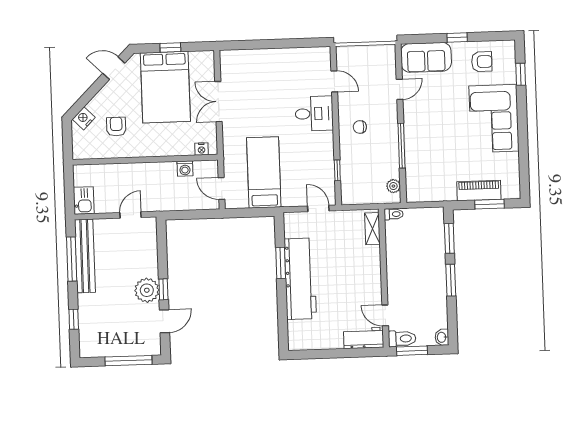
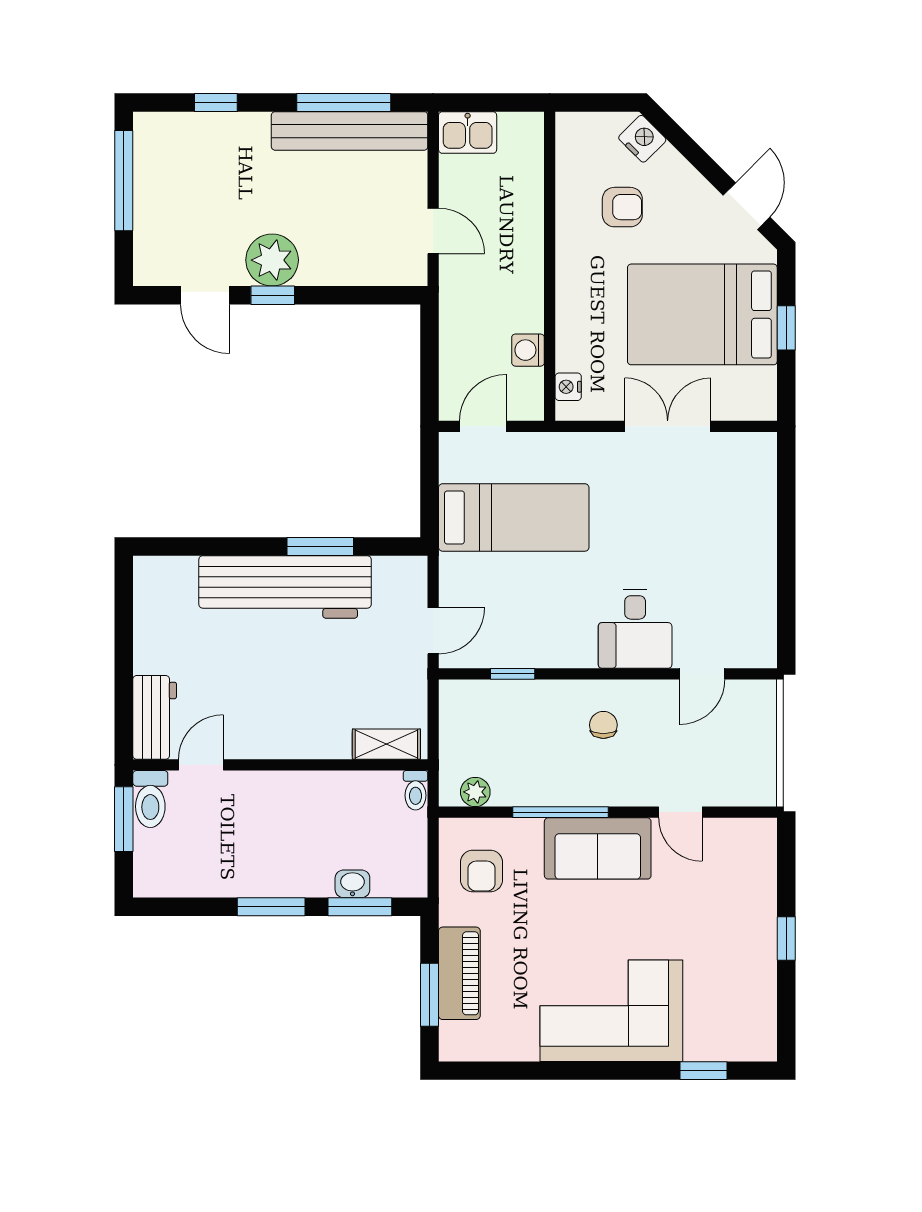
sofa: (426, 57) -> (598, 848), moved, turned -90
armchair: (482, 62) -> (482, 871), moved
washbasin: (442, 337) -> (352, 884), moved
window: (128, 361) -> (124, 181), moved

